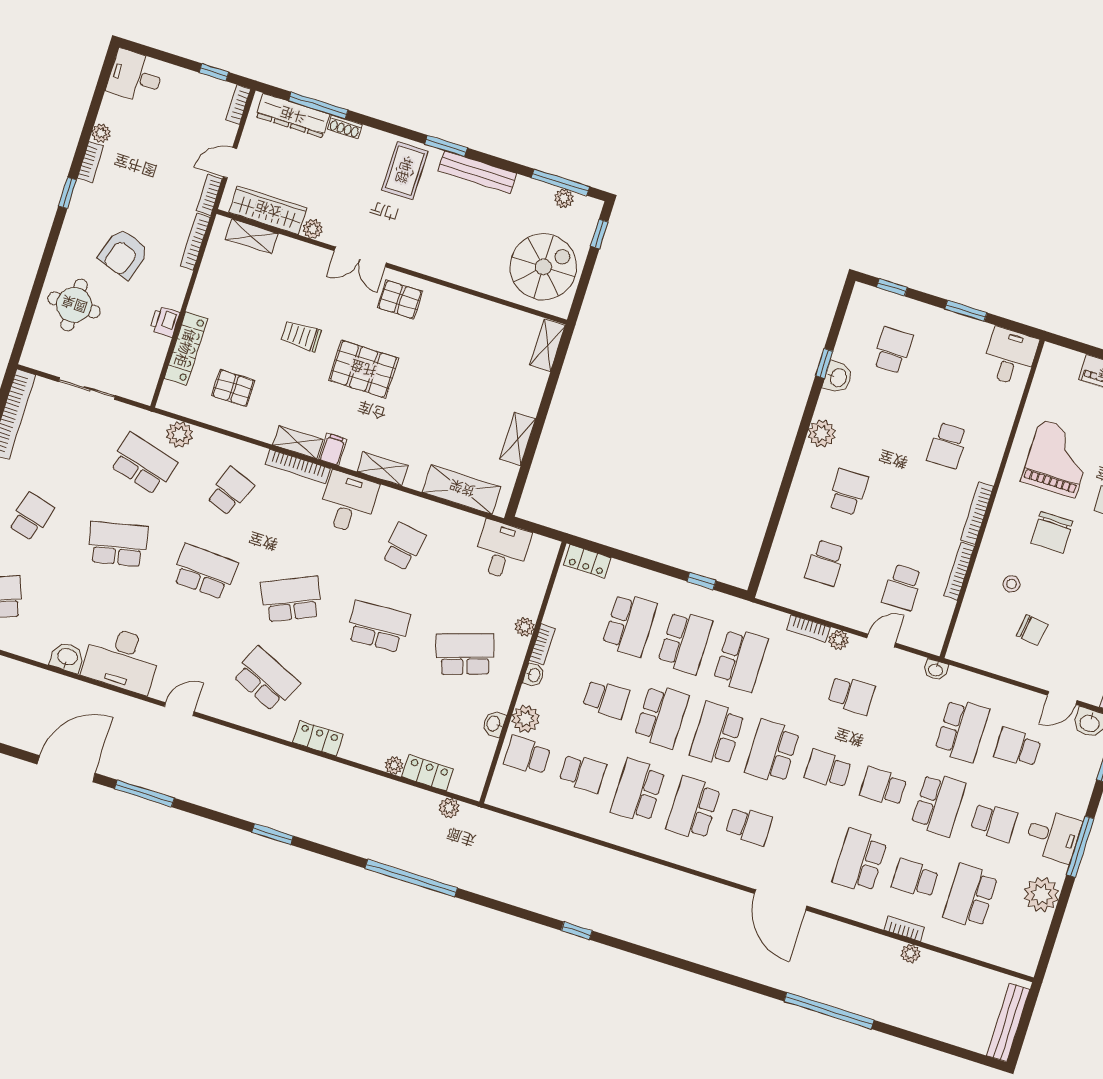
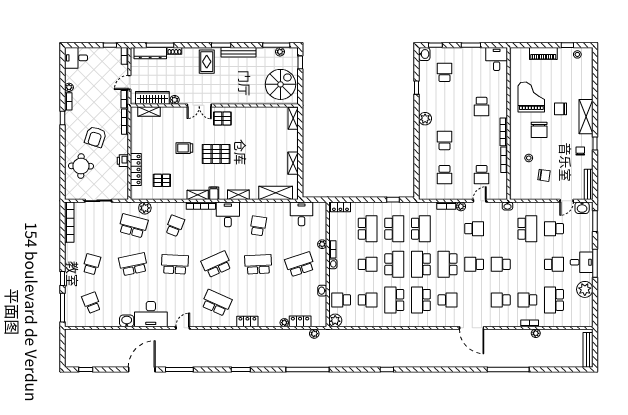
washbasin: (838, 377) -> (424, 54), moved
plant: (525, 719) -> (335, 320), moved
school desk: (939, 804) -> (527, 264), removed
school desk: (860, 861) -> (501, 300), width x0.54

